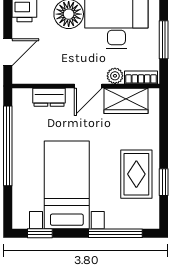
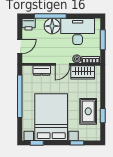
bed with nightstands: (67, 185) -> (51, 117), width x1.36
window: (115, 233) -> (77, 143), width x0.46

